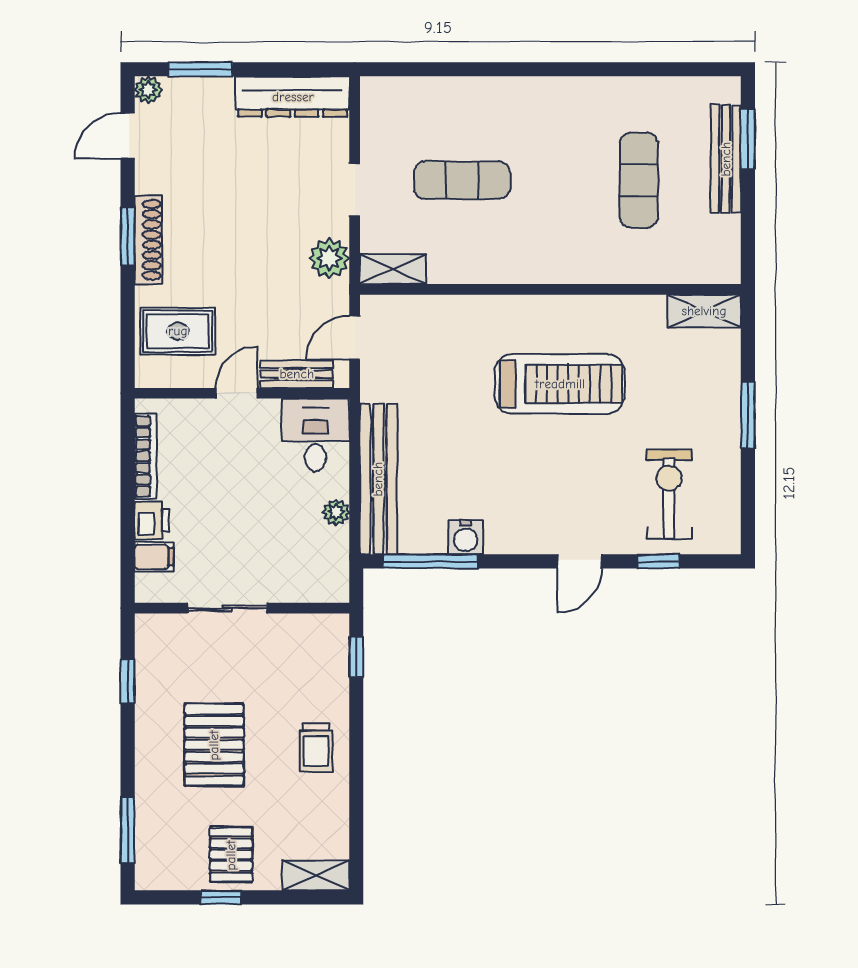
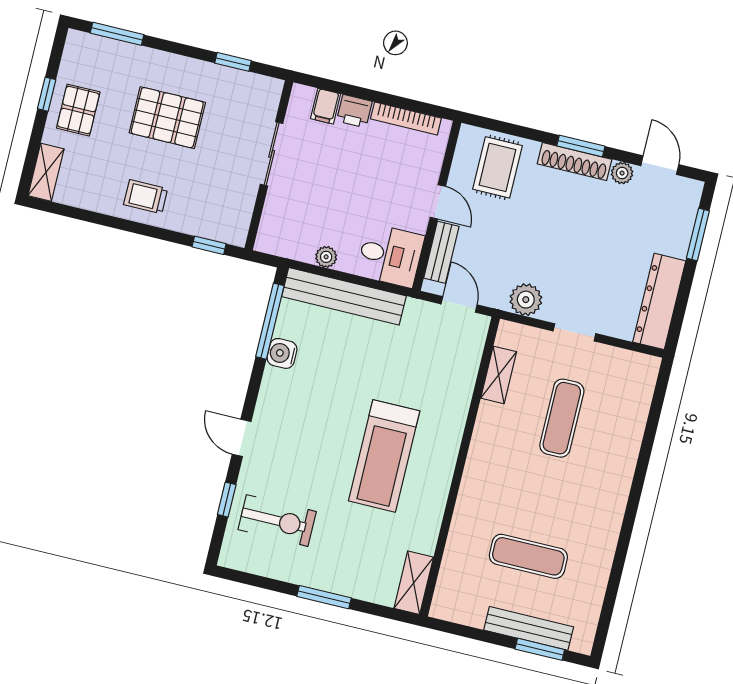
plant: (148, 90) -> (622, 173), moved
shelving: (393, 269) -> (499, 375), moved
pallet: (231, 855) -> (78, 110), turned 90

